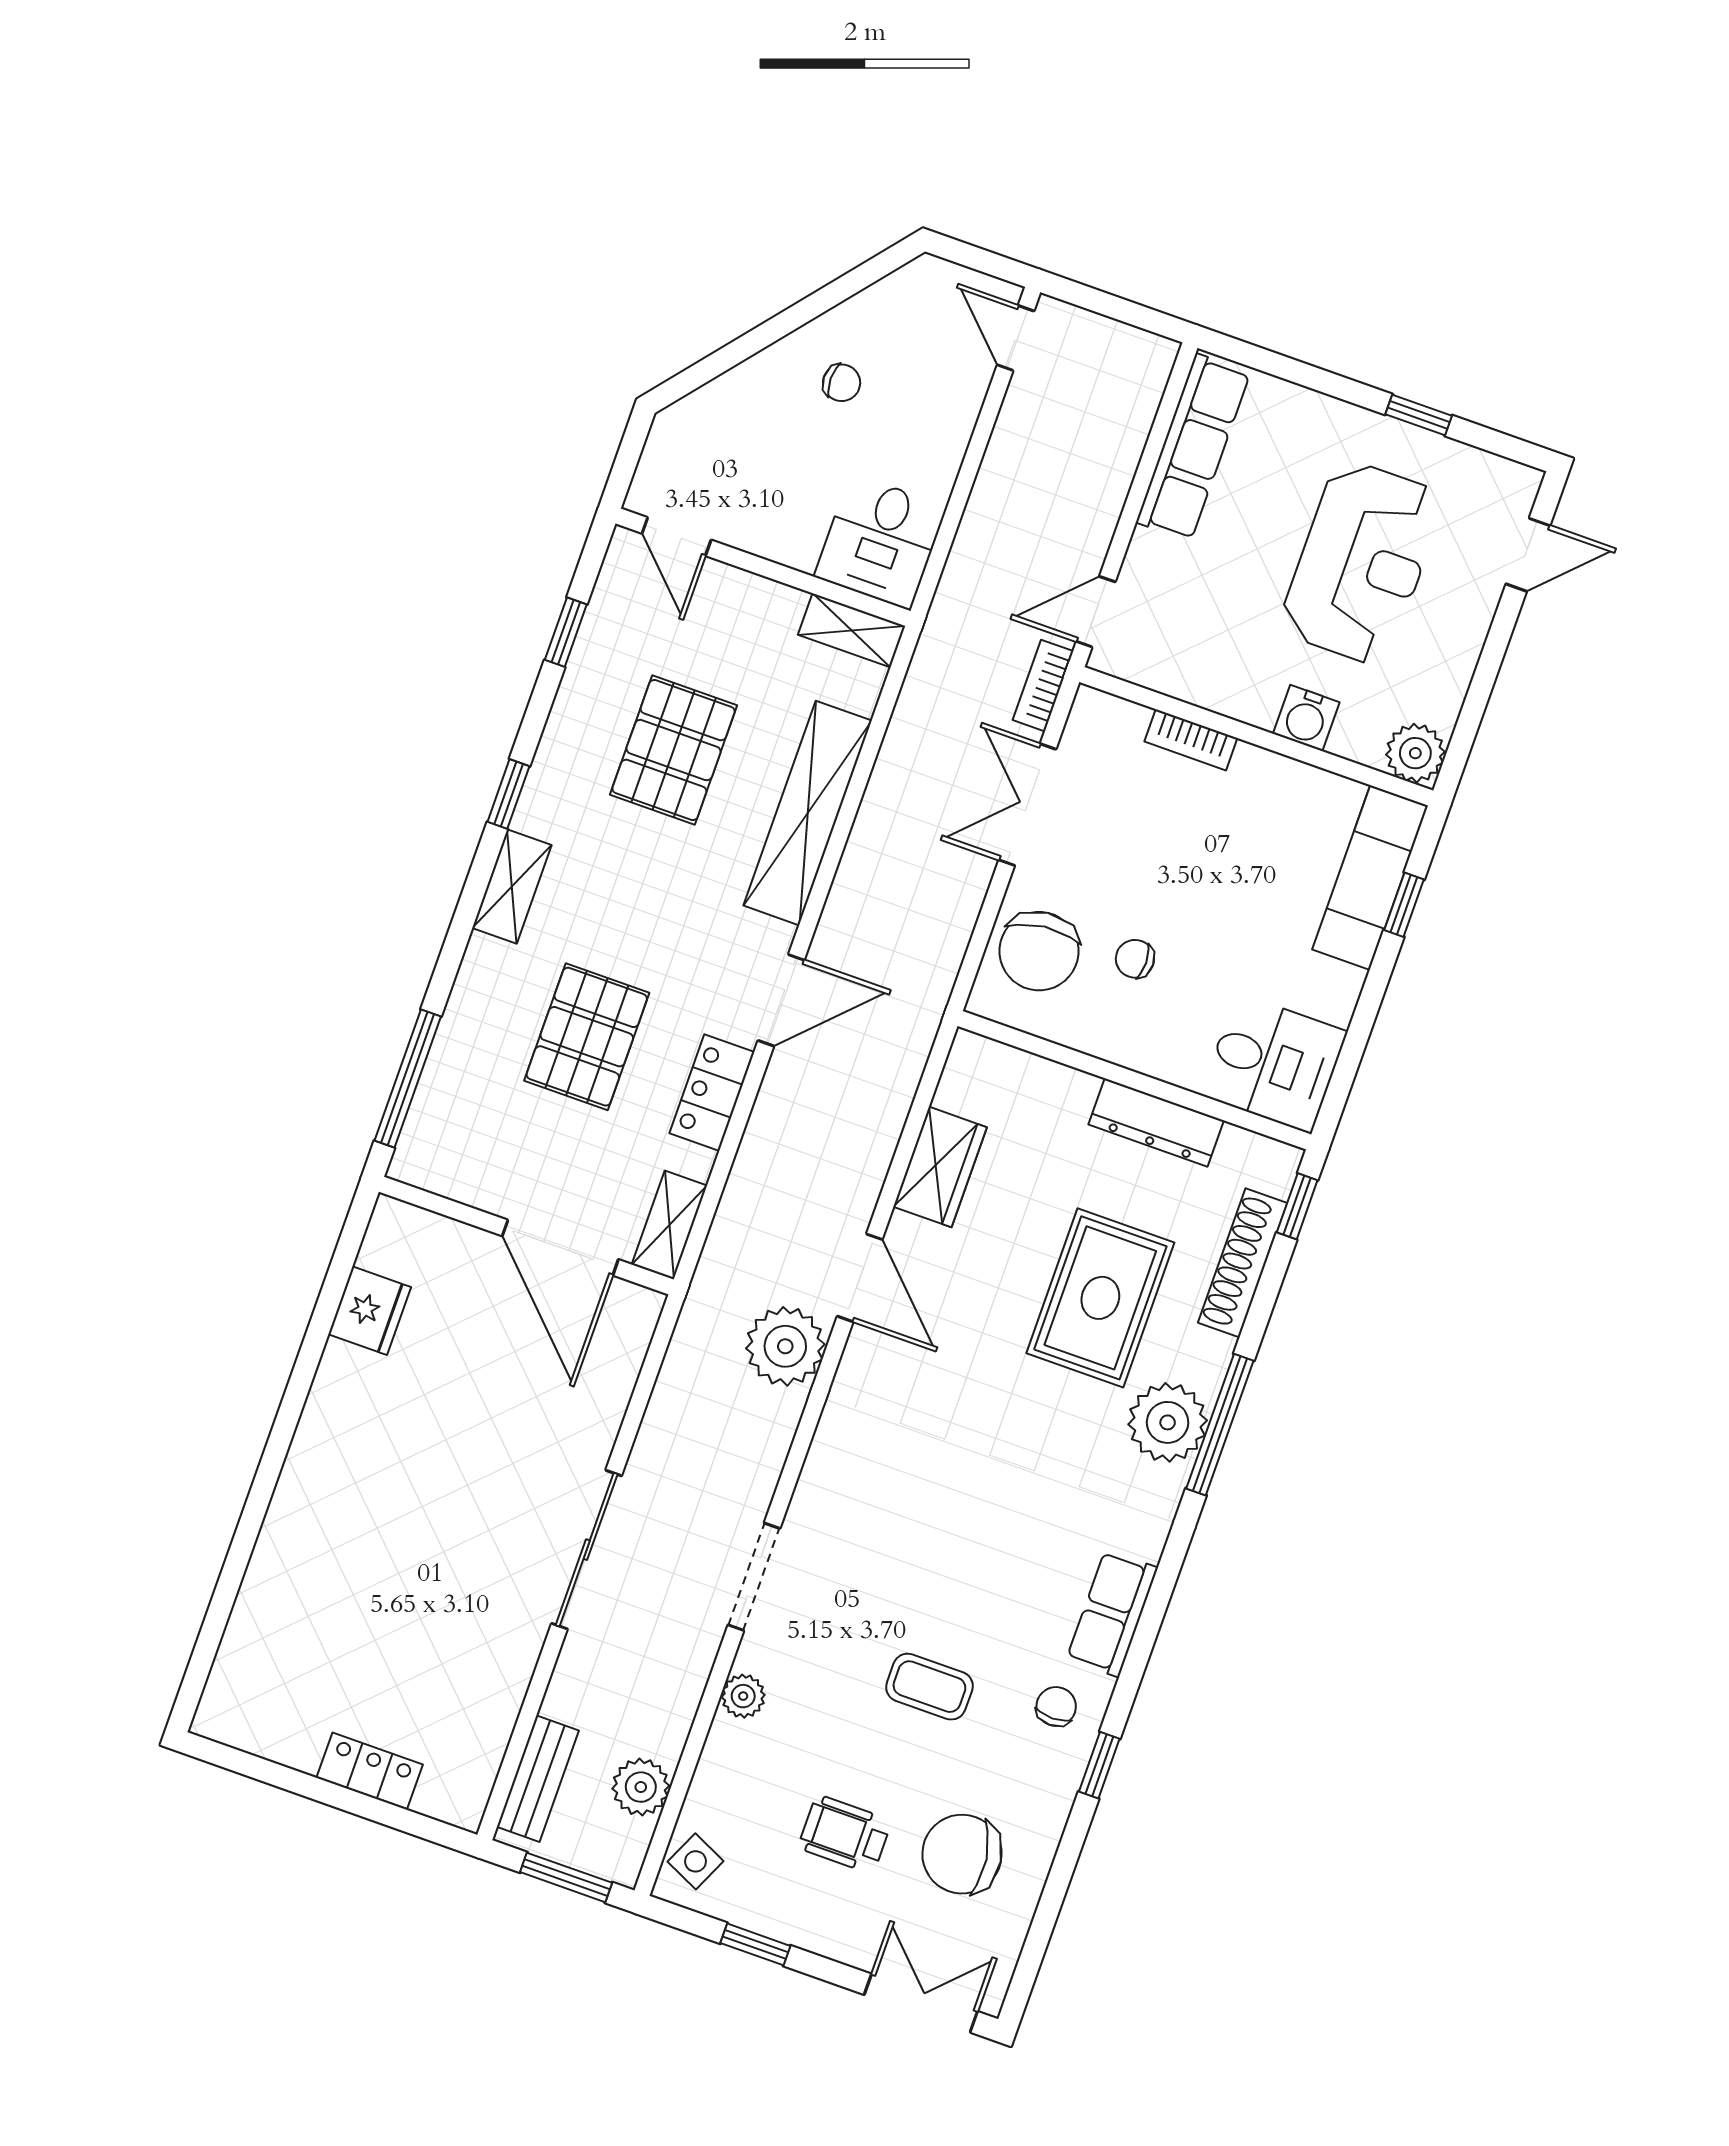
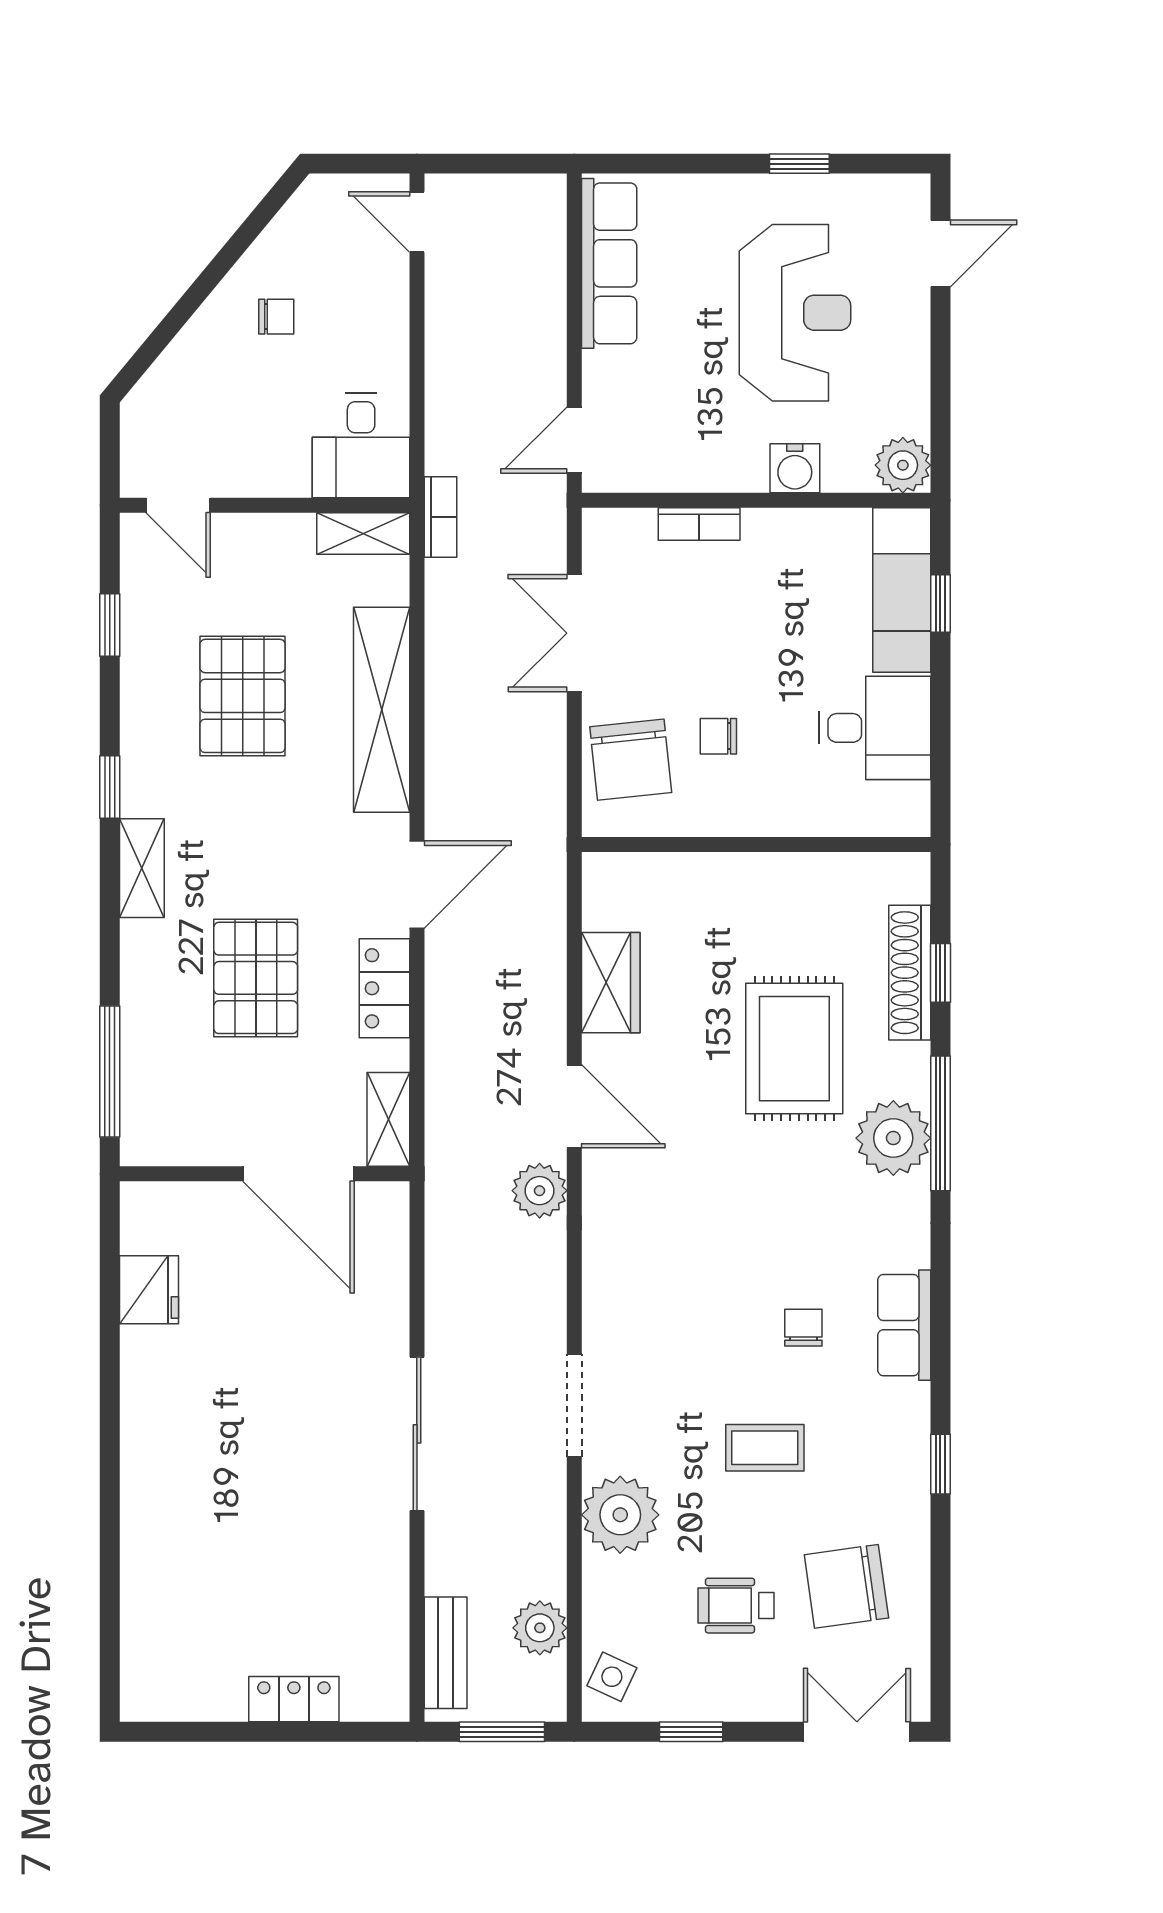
bookcase: (1043, 686) -> (440, 517), moved, turned 180
desk: (1274, 1063) -> (875, 728), moved
dresser: (1156, 1123) -> (789, 875), removed
window: (1297, 1206) -> (940, 973), moved
plant: (785, 1346) -> (540, 1191), width x0.73, depth x0.73
plant: (743, 1696) -> (620, 1515), width x1.87, depth x1.87
chair: (1056, 1707) -> (803, 1328), moved

